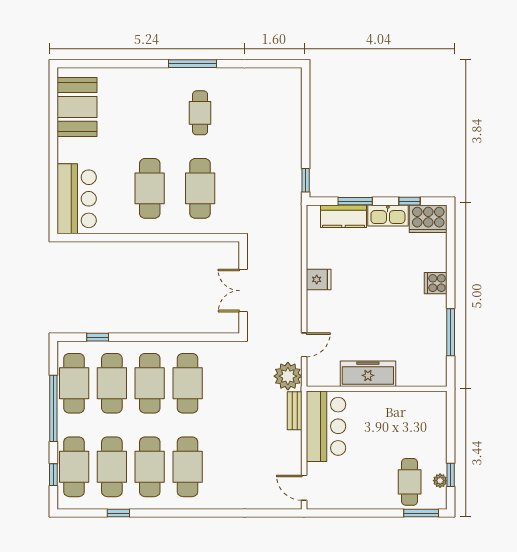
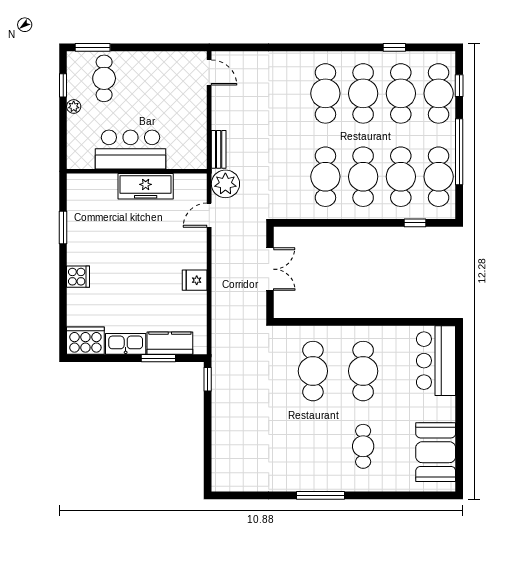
cafe table: (200, 113) -> (363, 446), moved
window: (410, 201) -> (104, 358), removed
window: (451, 332) -> (63, 228), width x0.69
bar counter: (326, 426) -> (130, 149), moved, turned 90
plant: (440, 481) -> (74, 107), moved

